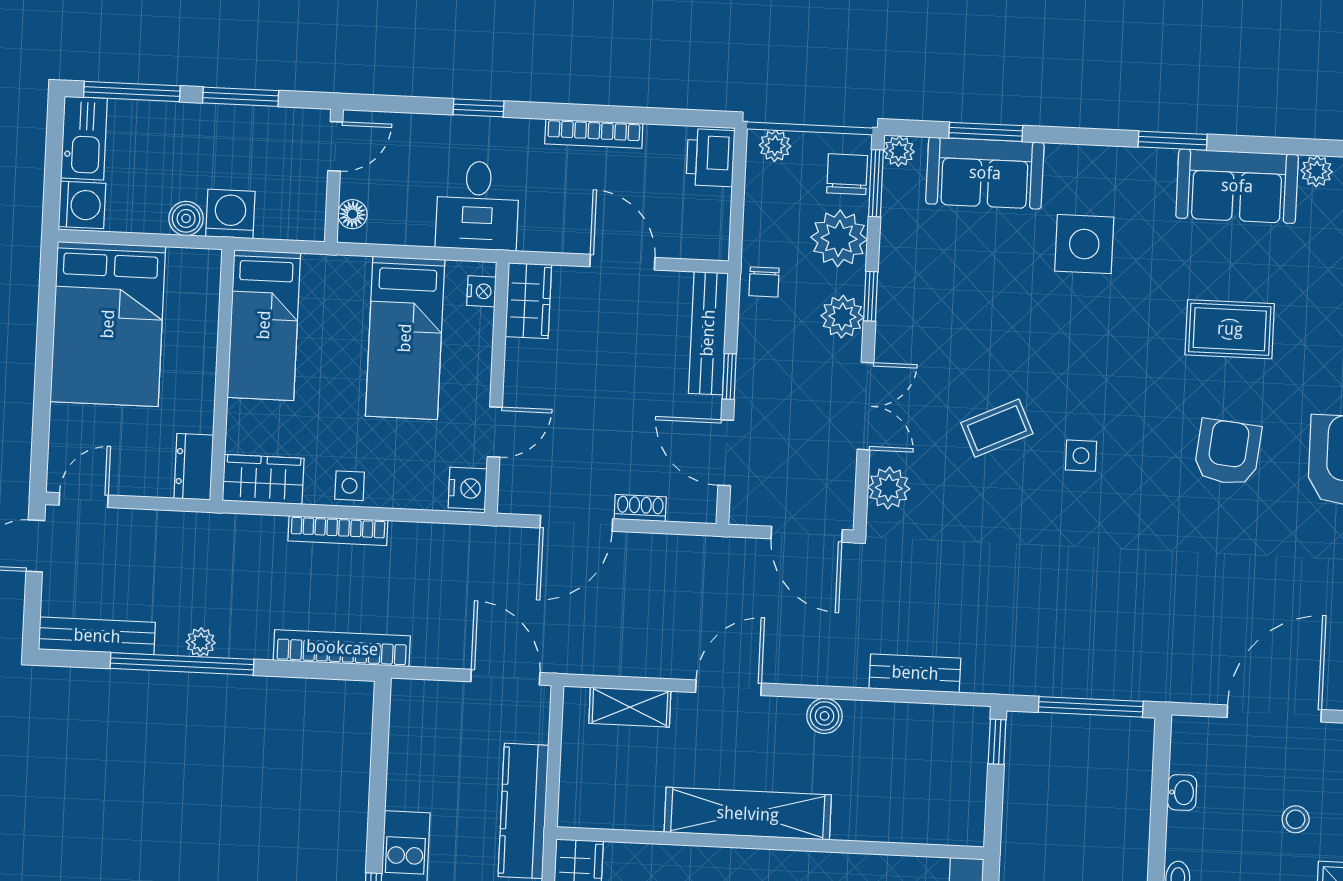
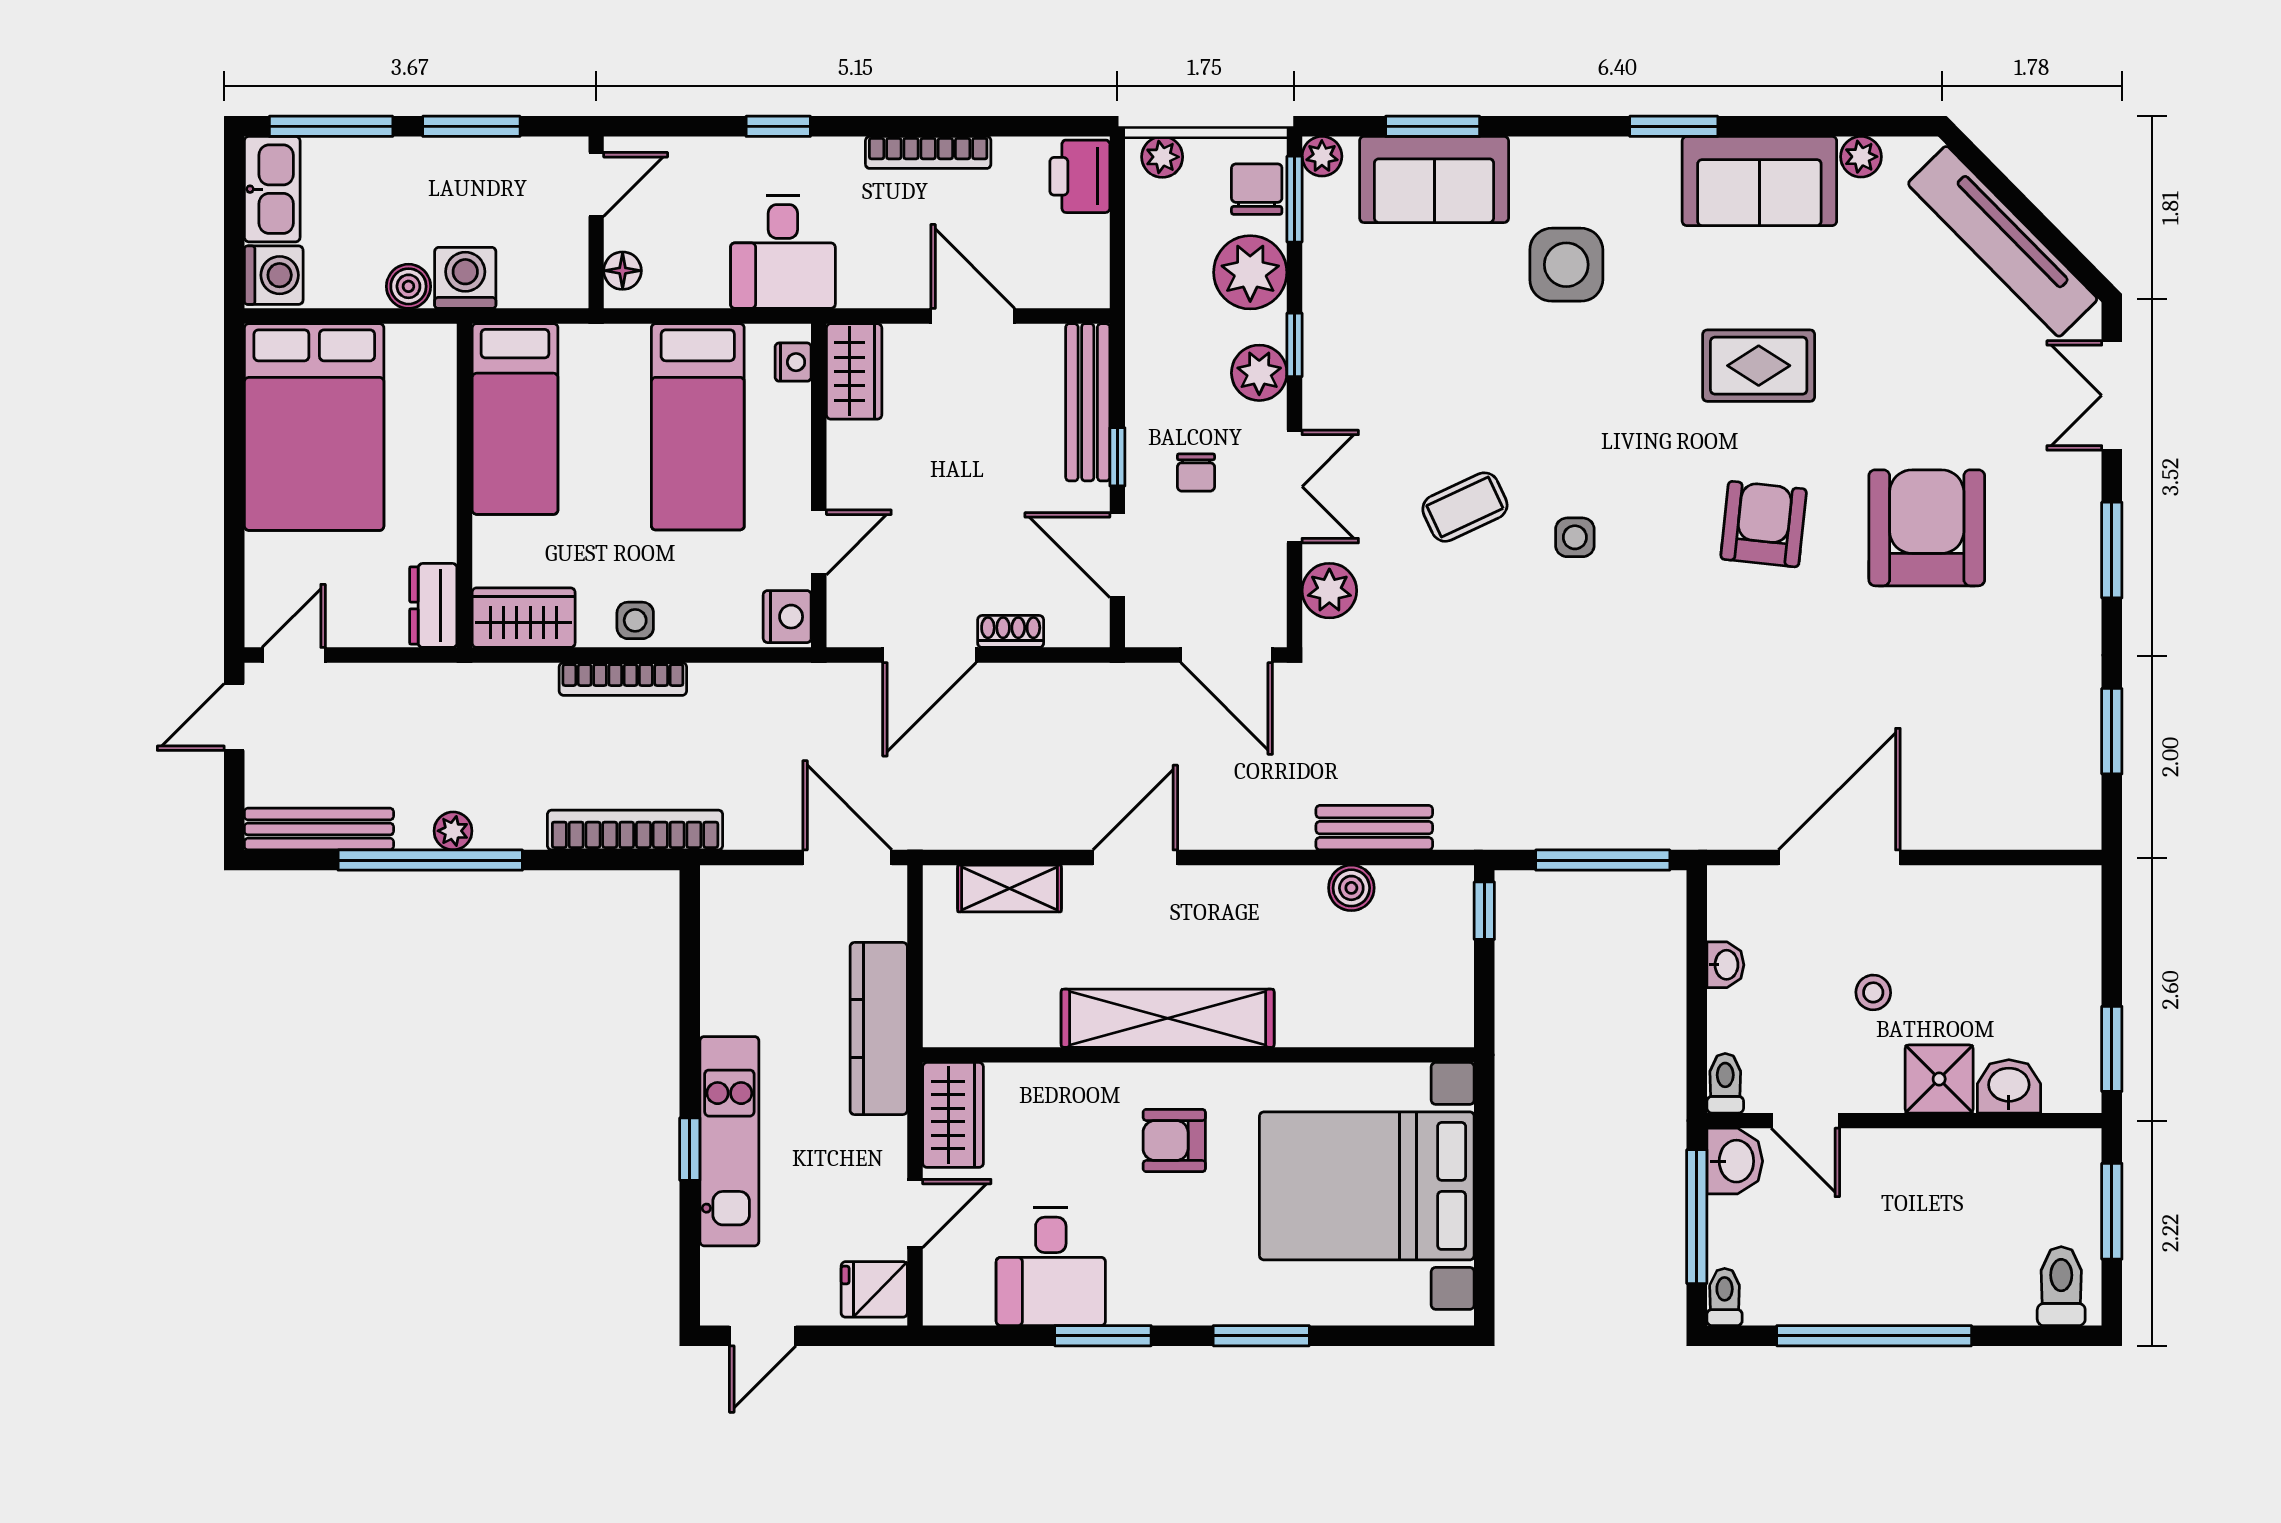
chair: (764, 282) -> (1196, 472), moved
boiler: (825, 716) -> (1351, 888), moved

